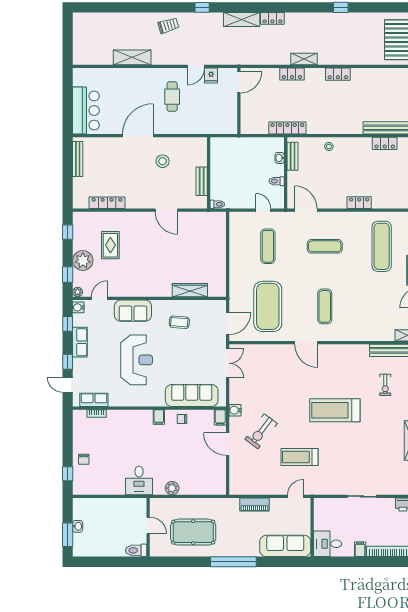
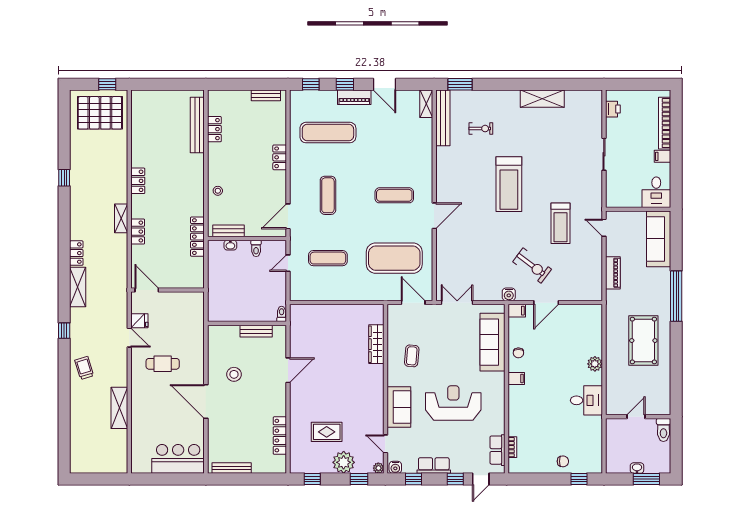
door: (148, 525) -> (636, 417), moved
wall: (148, 527) -> (638, 417), moved
toilet: (136, 550) -> (663, 430), moved

